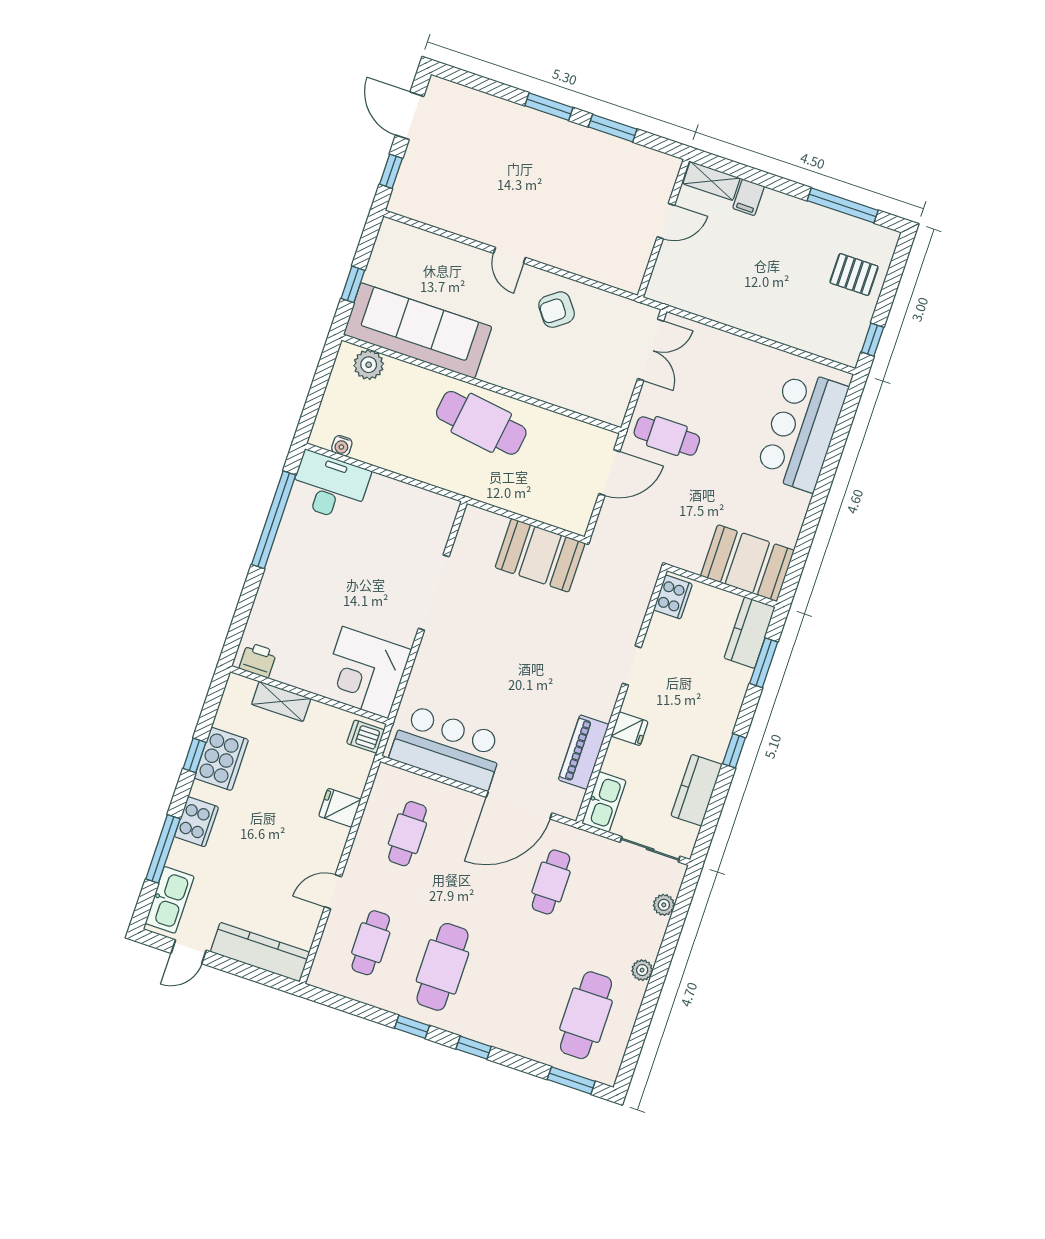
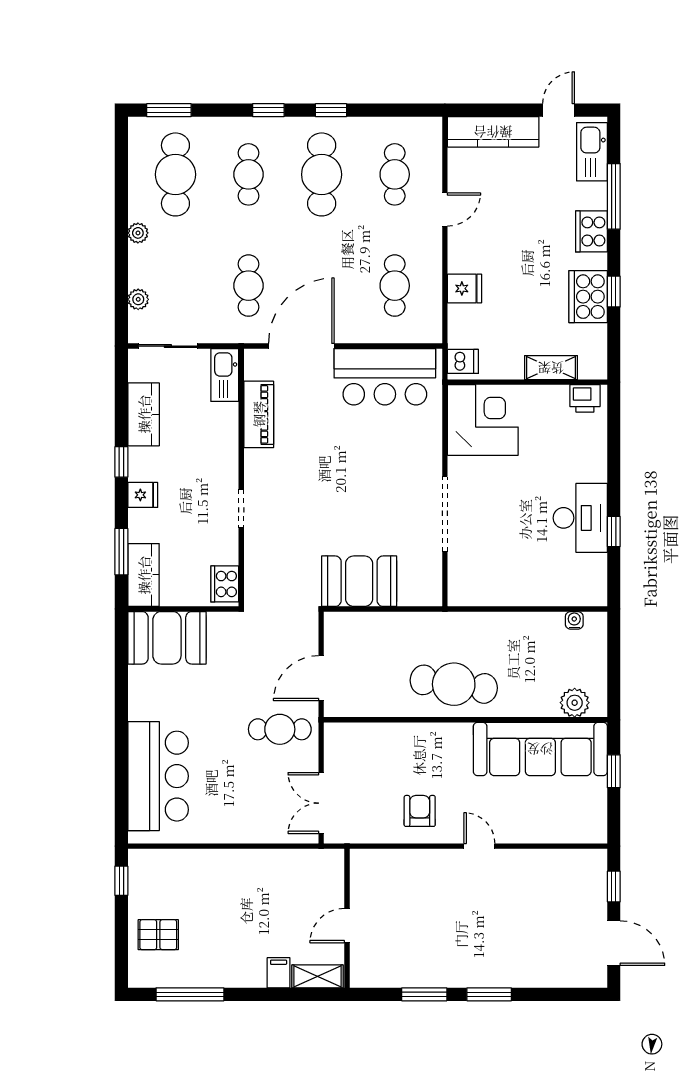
armchair: (557, 310) -> (420, 811), turned -53
desk: (330, 486) -> (580, 518), moved, turned -90
window: (274, 520) -> (614, 532), width x0.32
fridge: (630, 729) -> (143, 495), moved, turned 180
cafe table: (514, 991) -> (249, 174), added

